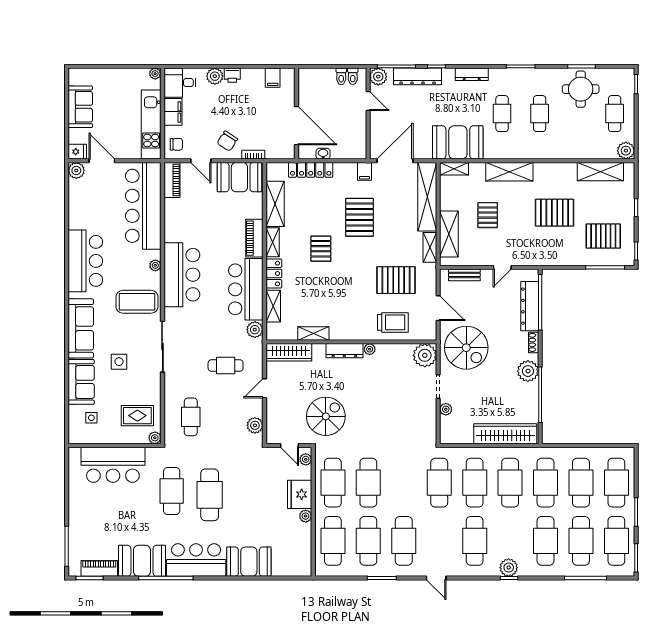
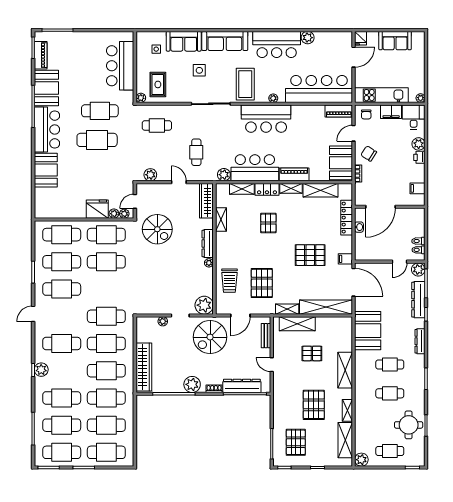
shelving: (454, 169) -> (347, 410), moved
plant: (76, 170) -> (308, 38), moved
pallet: (321, 249) -> (268, 223), moved, turned 90
plant: (306, 516) -> (114, 214), moved

